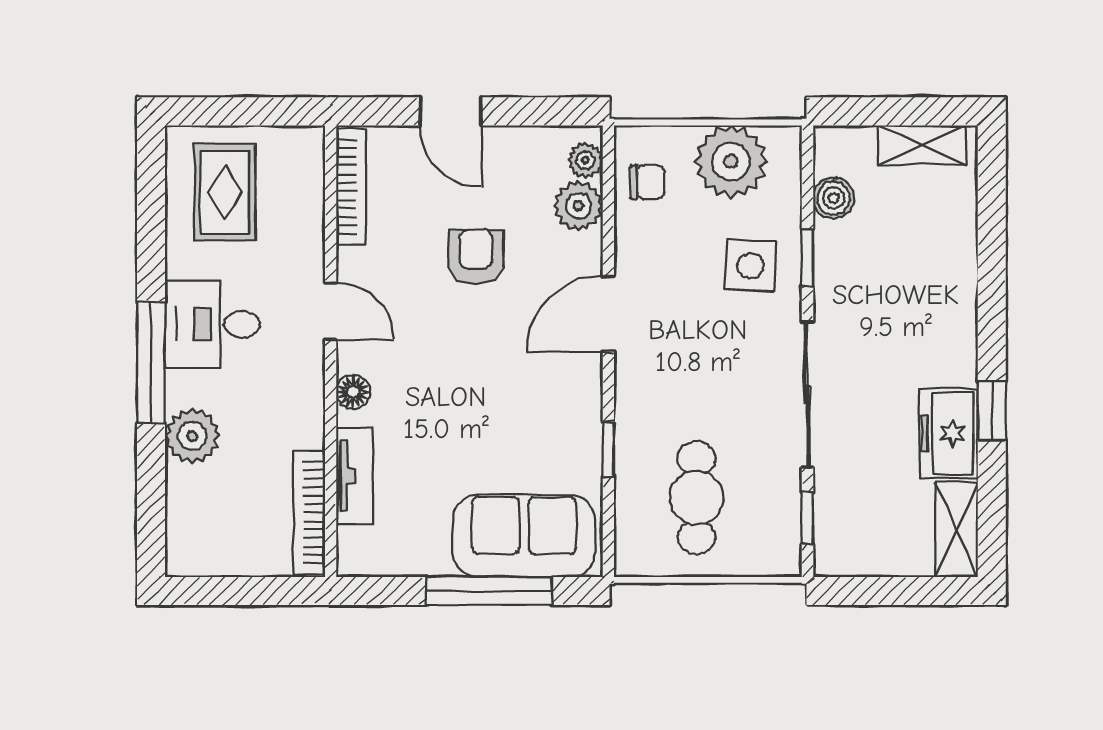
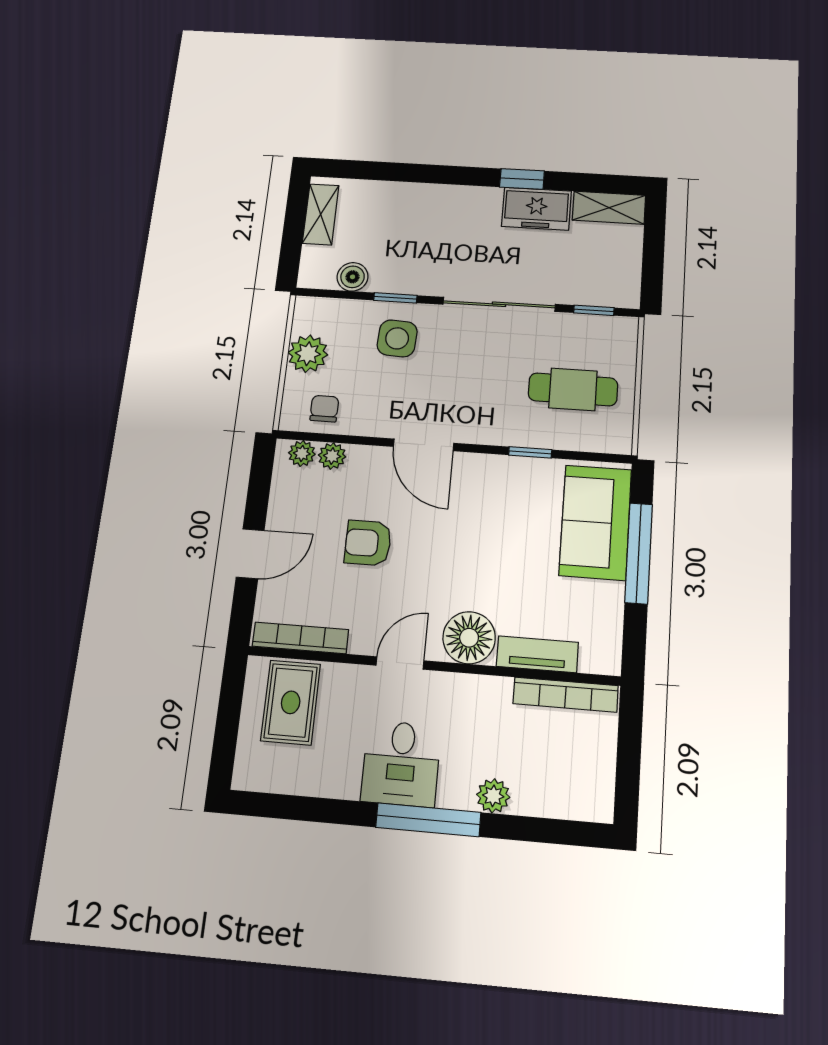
plant: (731, 161) -> (308, 354), width x0.73, depth x0.73
rug: (225, 192) -> (291, 702), moved, turned 90
plant: (578, 206) -> (332, 456), width x0.73, depth x0.73
floor lamp: (353, 392) -> (469, 638), width x1.89, depth x1.89
plant: (192, 436) -> (493, 796), width x0.73, depth x0.73

